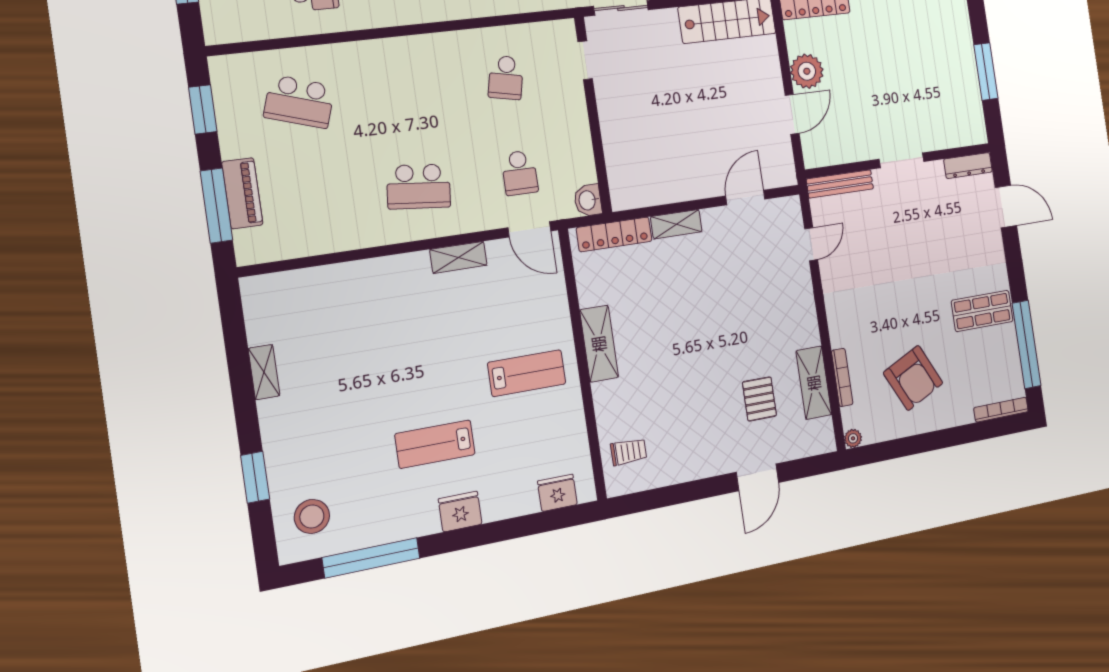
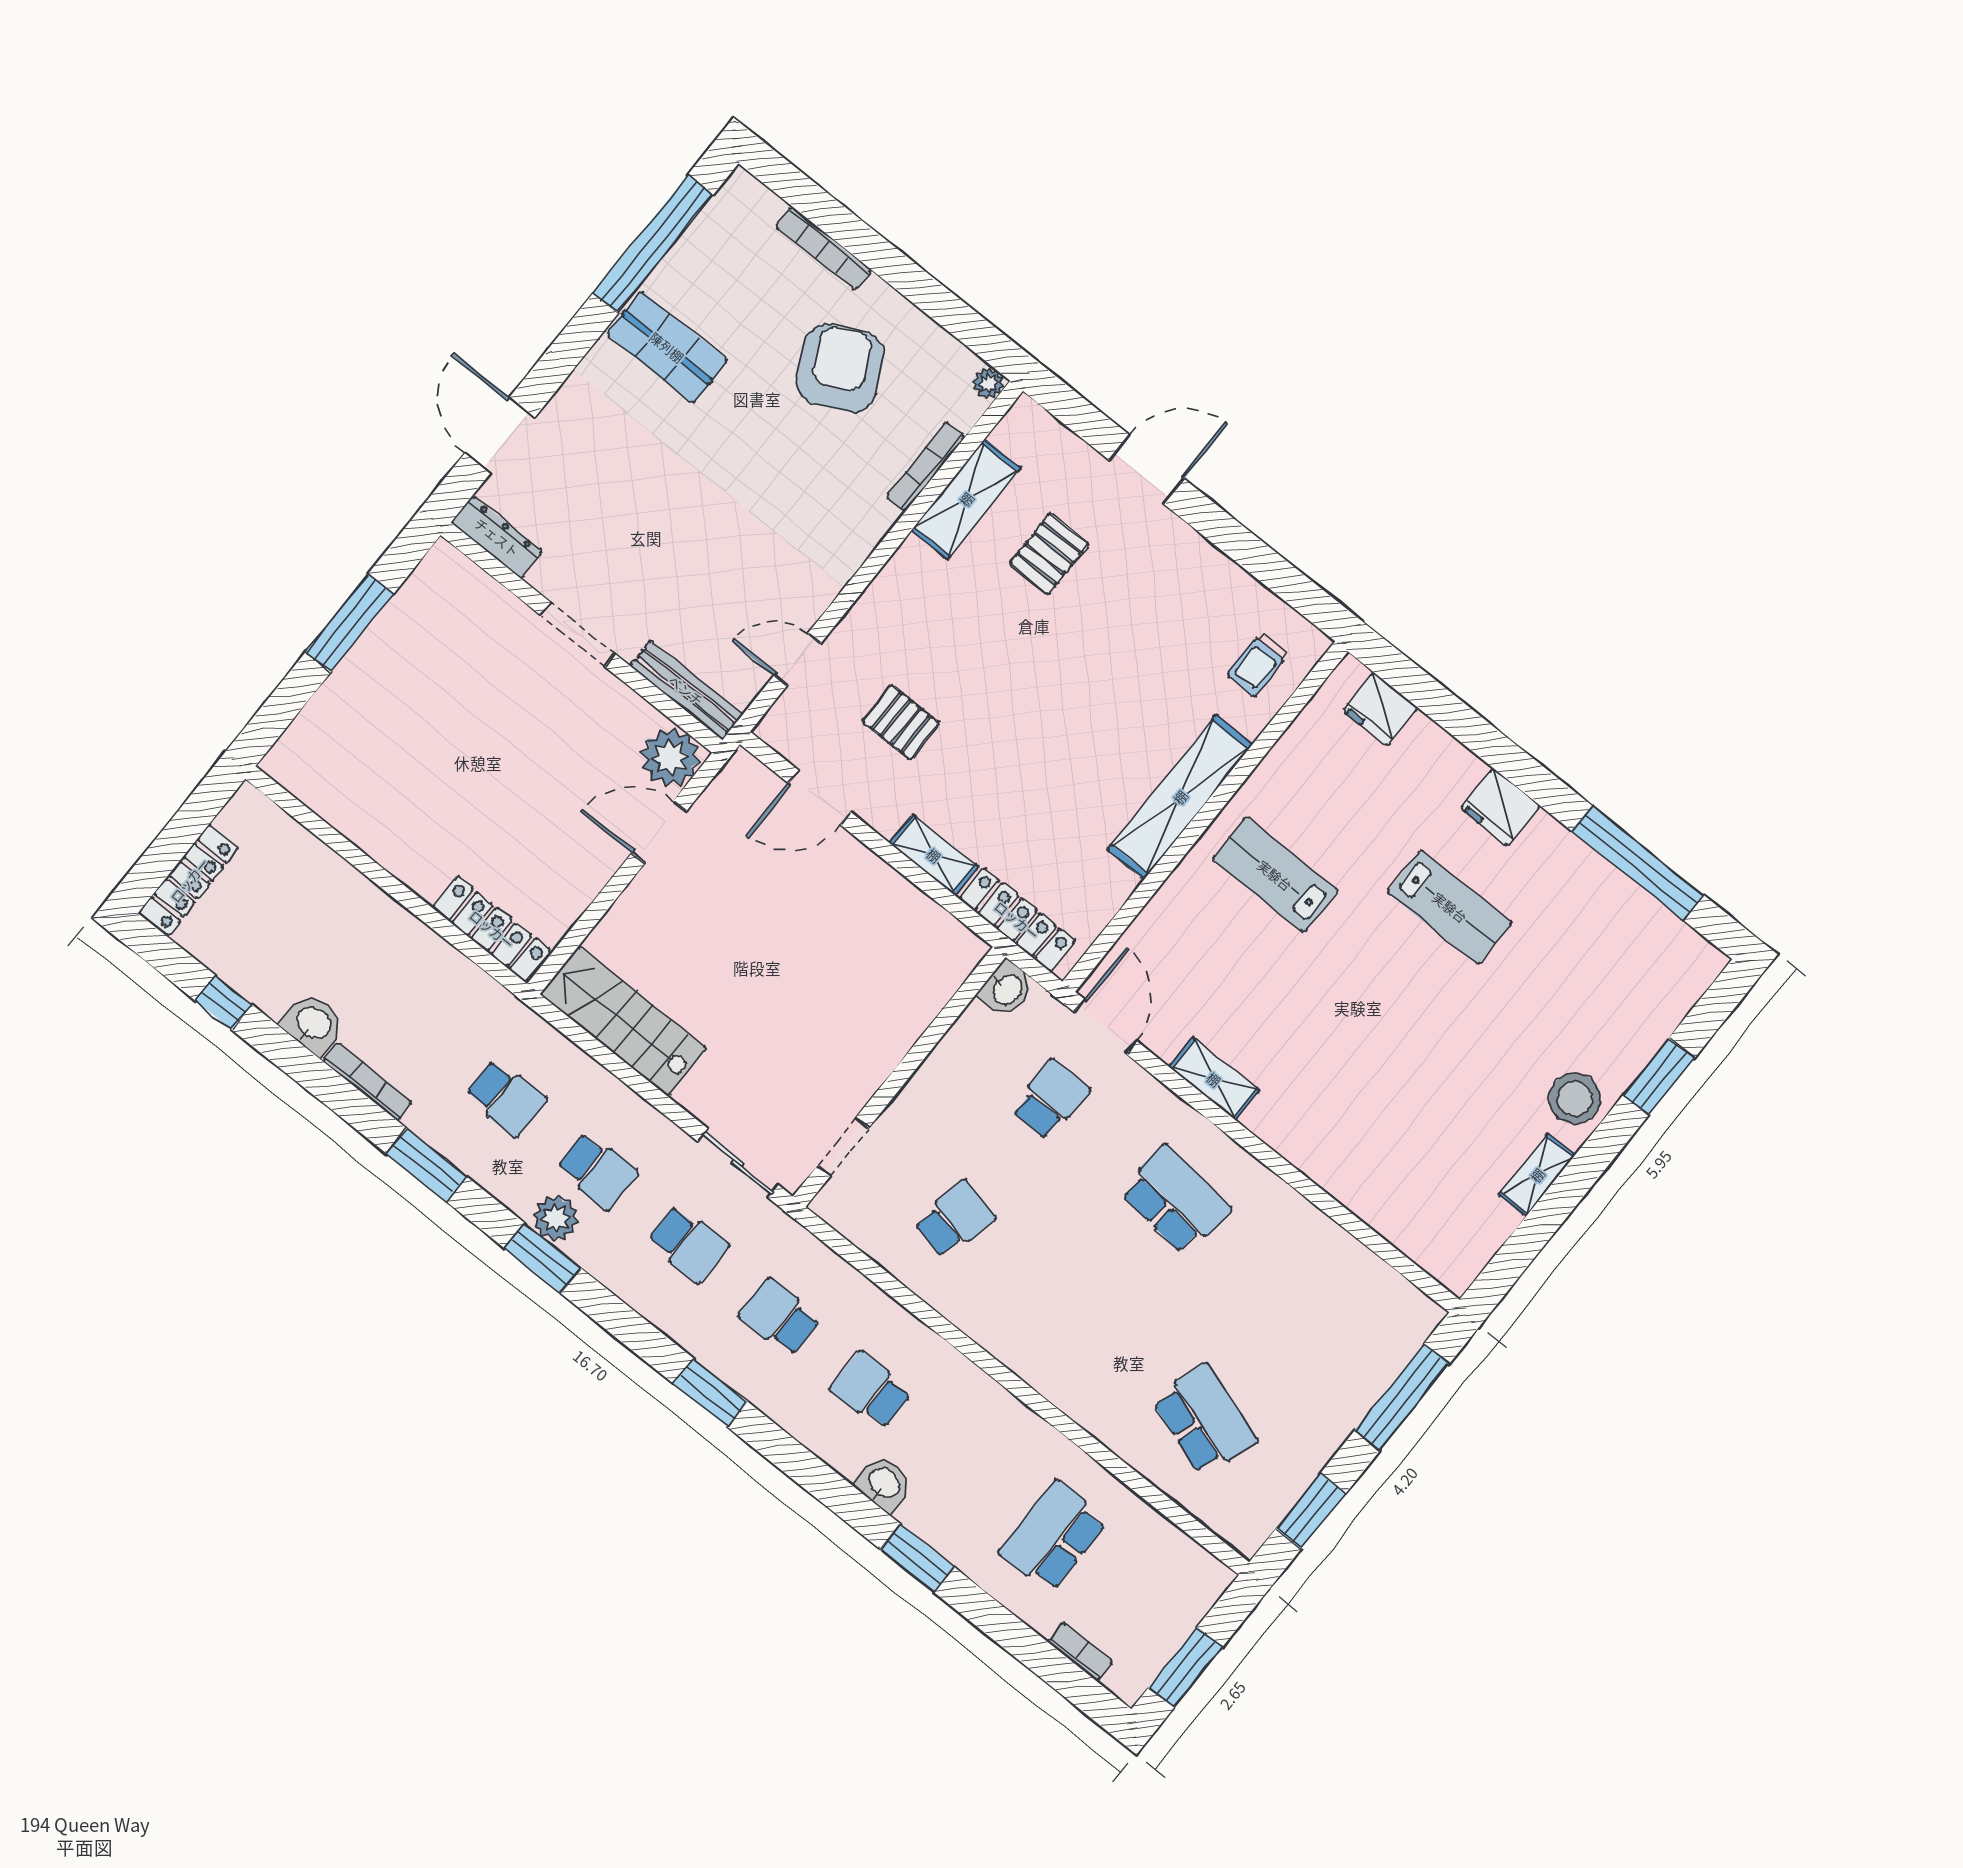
plant: (807, 71) -> (670, 757), moved
piano: (242, 193) -> (1363, 1383), removed
pallet: (746, 264) -> (901, 722), added
shelving: (599, 344) -> (1180, 797), width x1.47
bookcase: (1001, 410) -> (824, 248), moved
trolley: (629, 452) -> (1258, 665), turned -90
stool: (312, 516) -> (1575, 1098), moved

